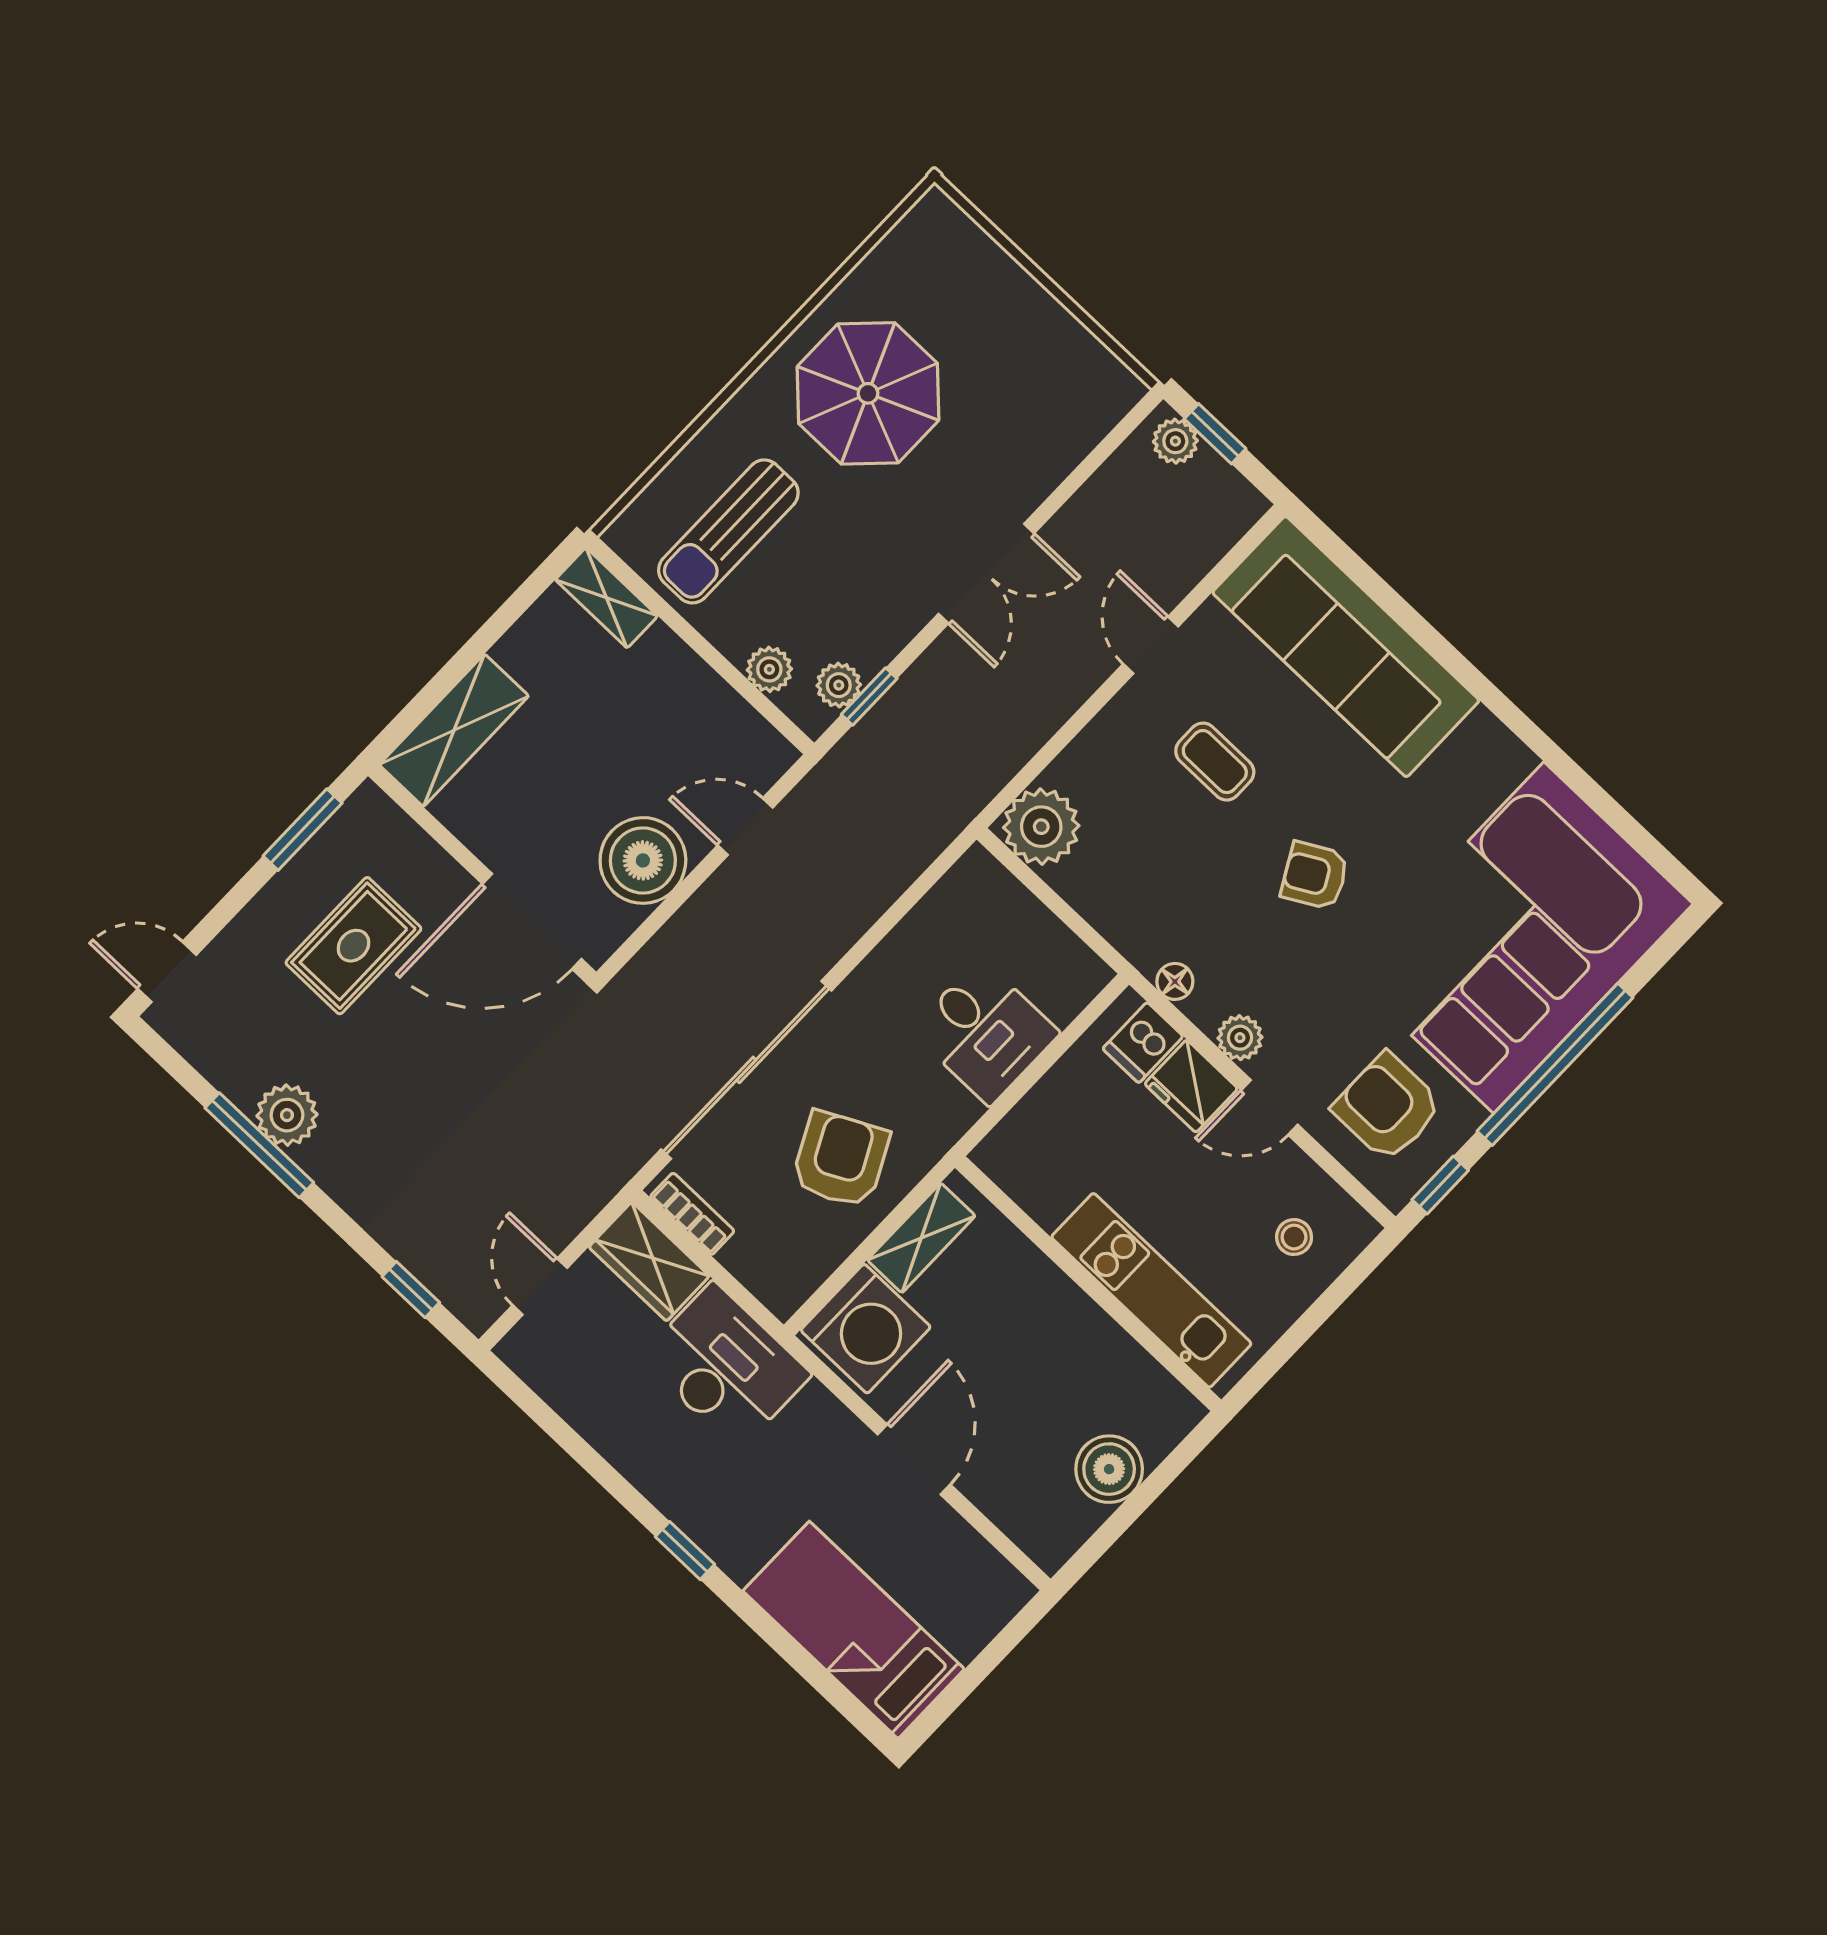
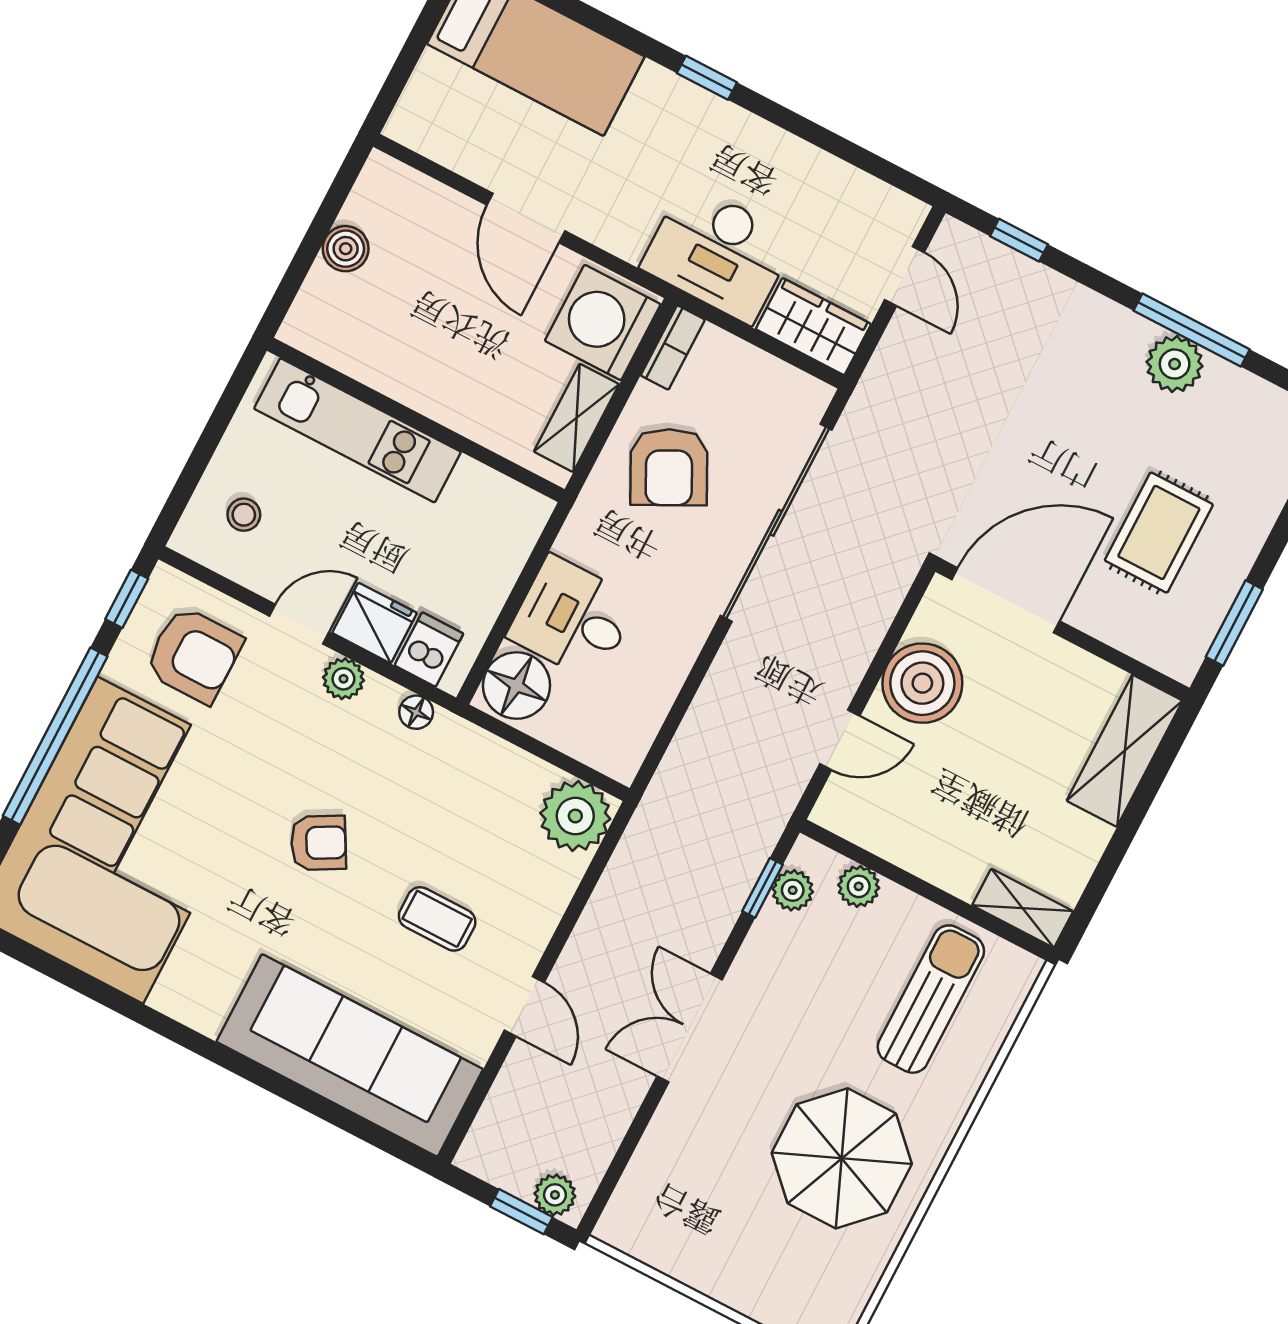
floor lamp: (1063, 979) -> (517, 686), added
bookcase: (692, 1214) -> (673, 348), moved, turned -90
boiler: (1109, 1469) -> (346, 249), width x0.73, depth x0.73

